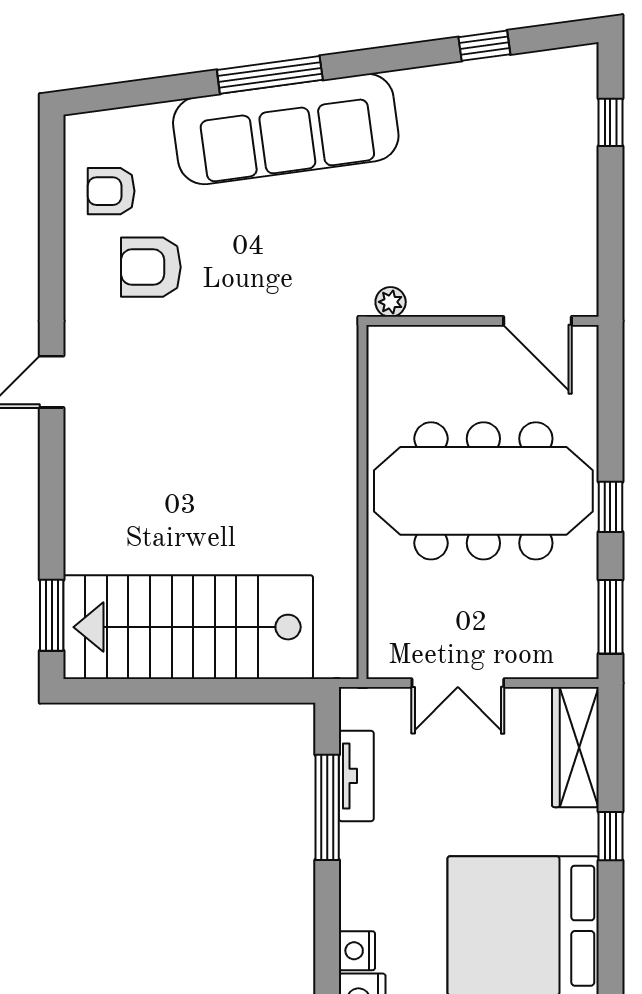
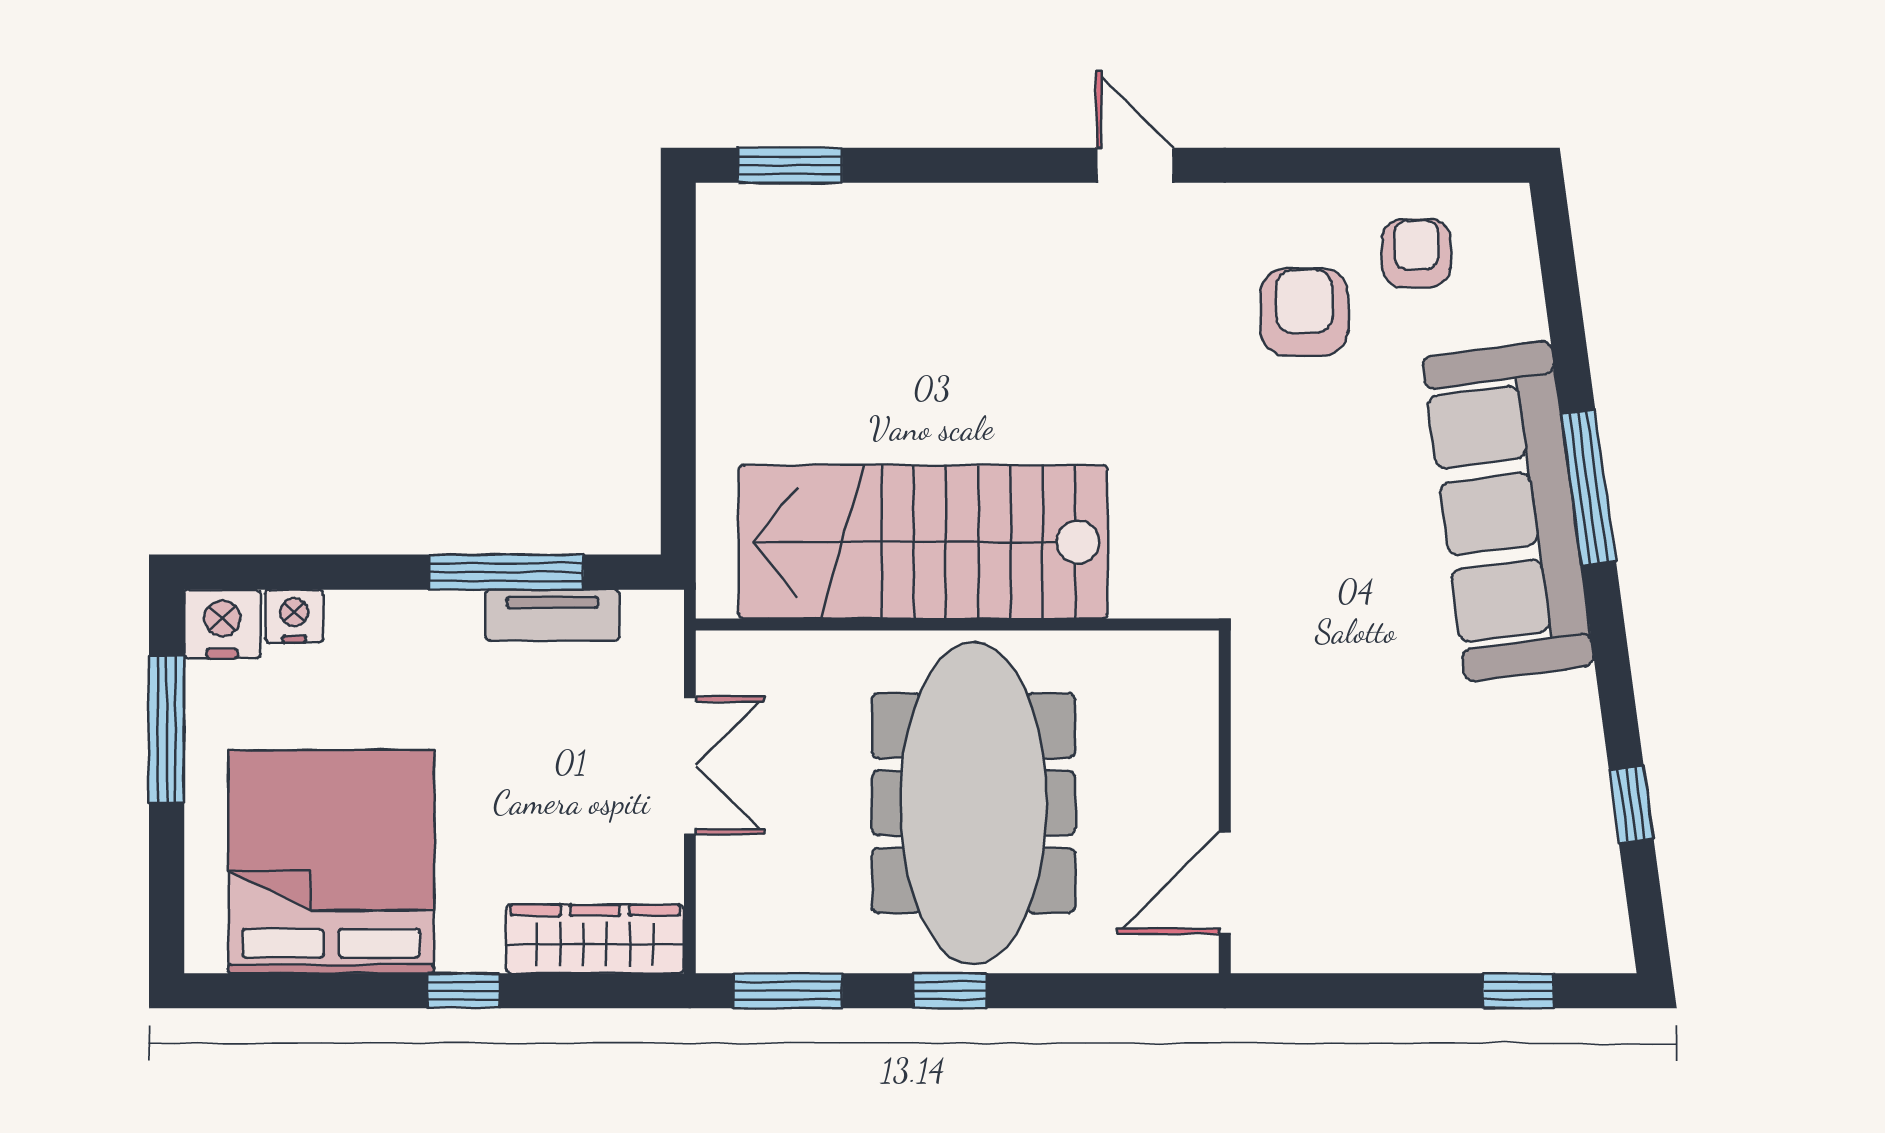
plant: (391, 302) -> (1253, 666), removed
stairs: (188, 627) -> (923, 542), moved, turned -90
double door: (458, 683) -> (690, 765), swing flipped

